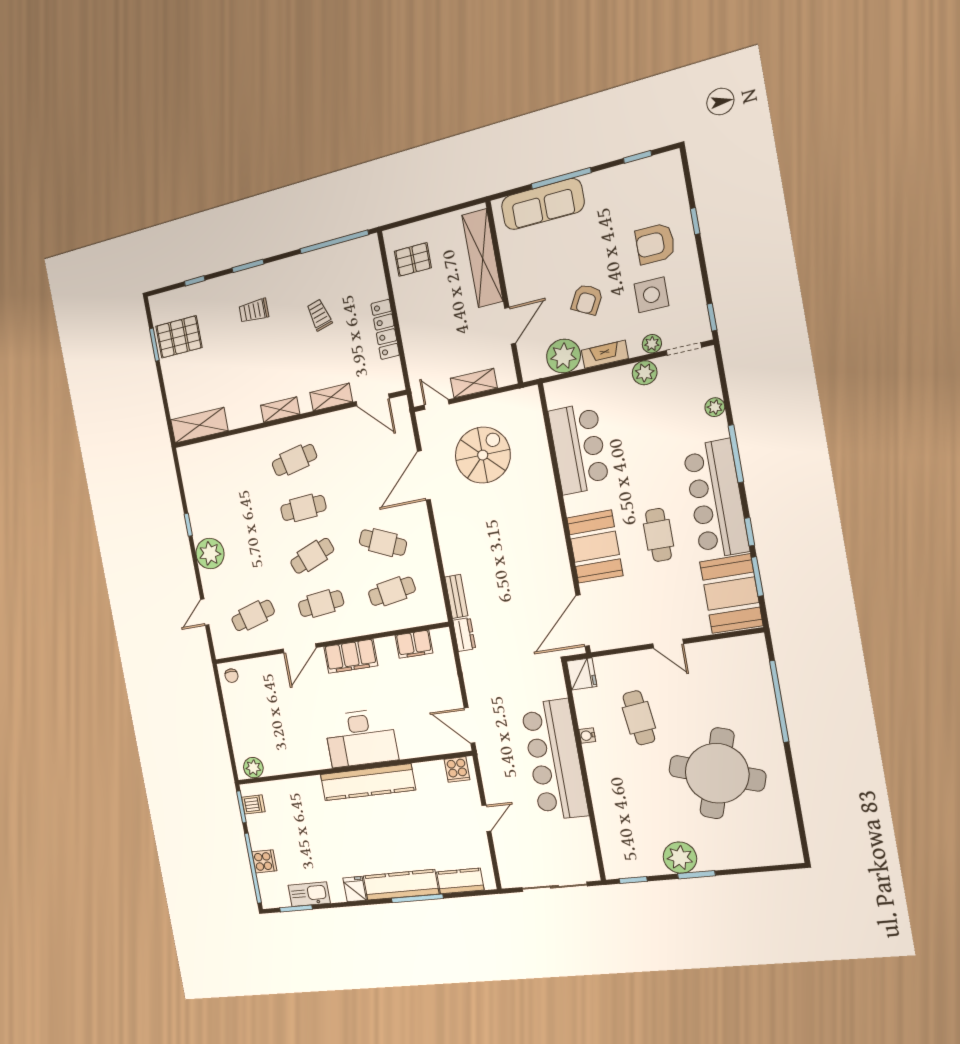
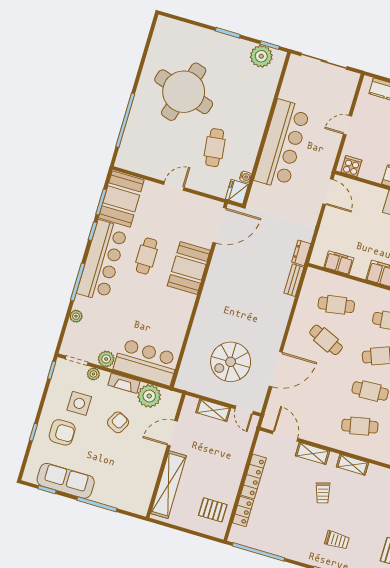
sofa: (543, 204) -> (66, 481), moved
locker: (376, 279) -> (243, 512), added
trolley: (319, 315) -> (323, 493), moved
bar counter: (579, 449) -> (146, 362), moved, turned 90
door: (668, 644) -> (174, 186), hinge flipped
water cooler: (587, 736) -> (245, 177), moved
plant: (680, 858) -> (261, 56), moved

